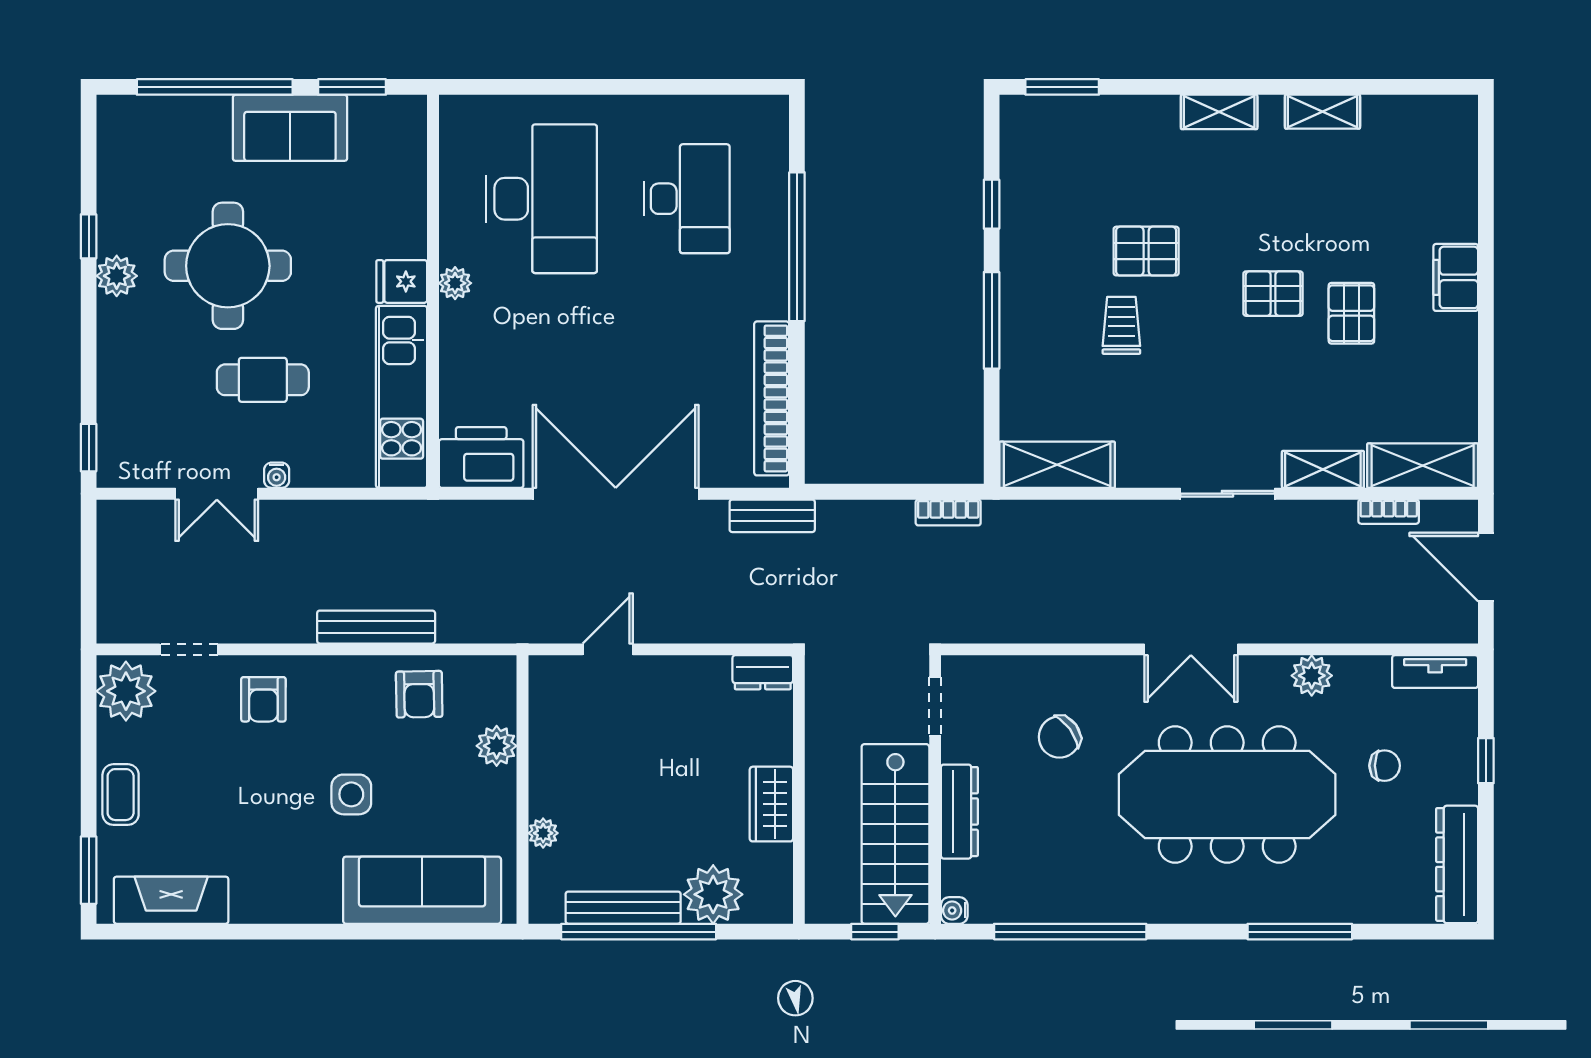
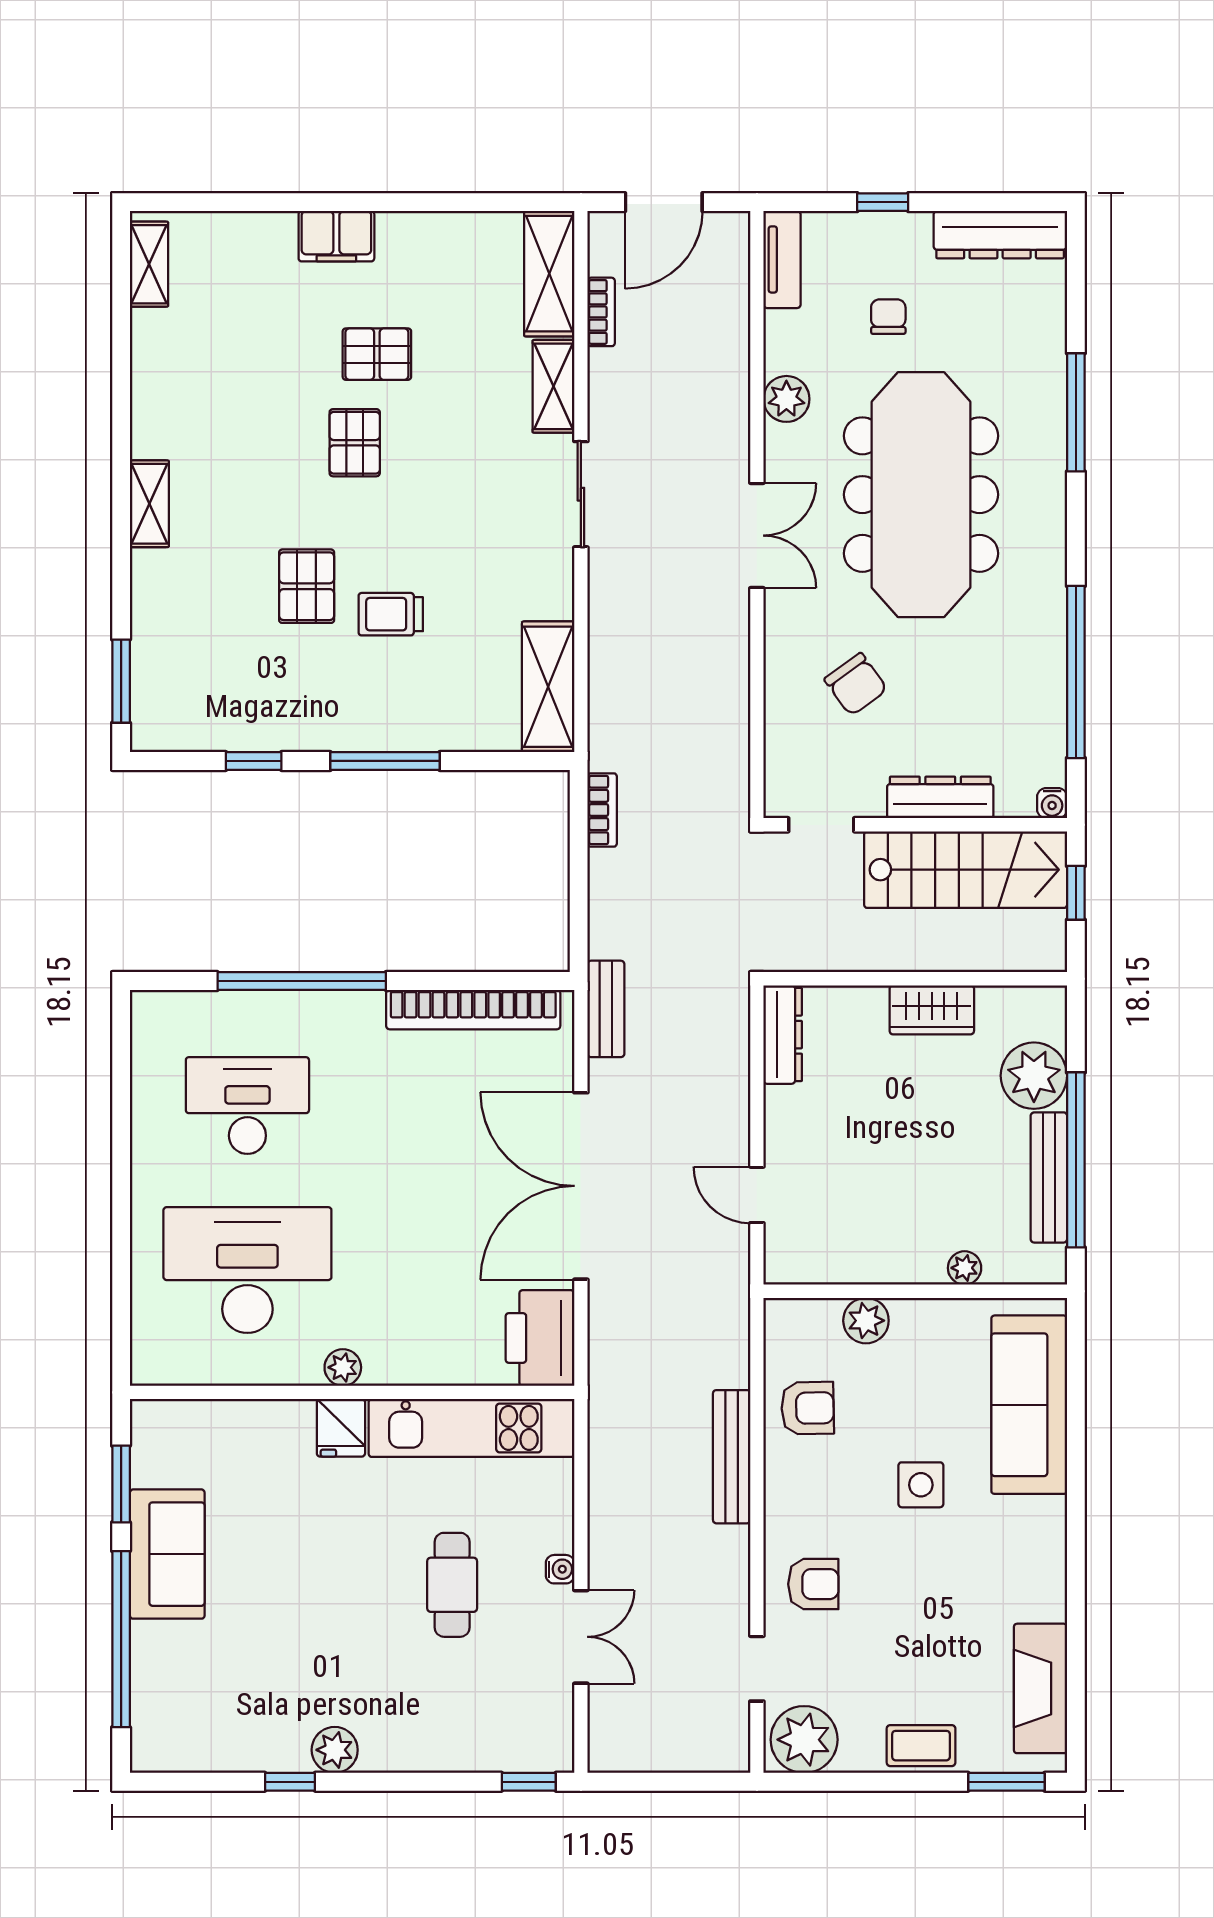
shelving: (1322, 112) -> (149, 264), moved
round table: (228, 266) -> (323, 1624), removed
dresser: (763, 672) -> (783, 1035), width x1.44

